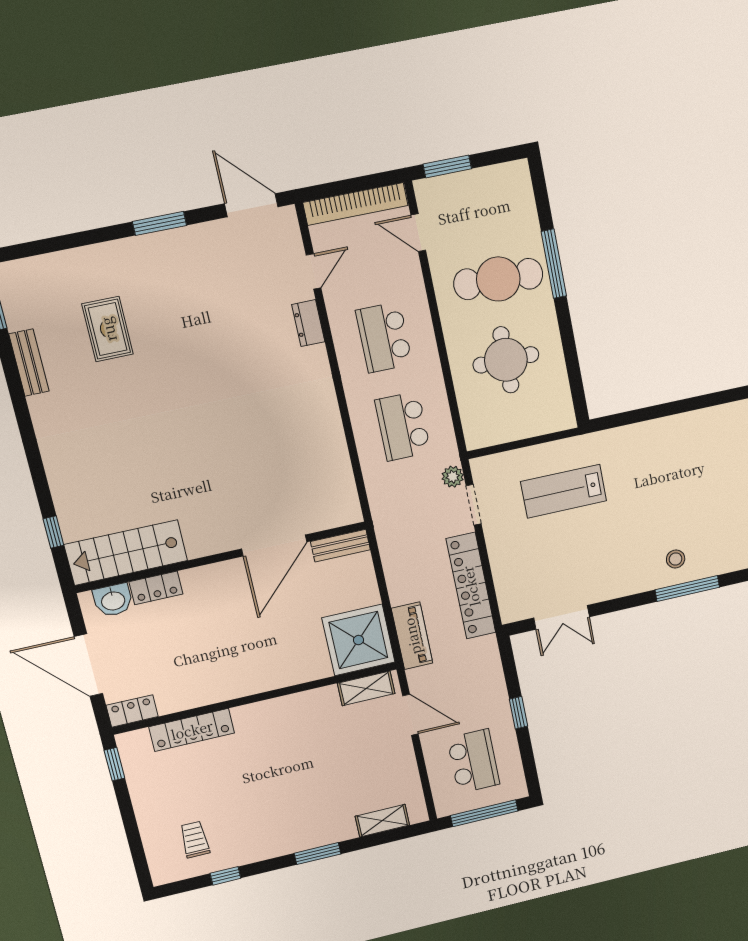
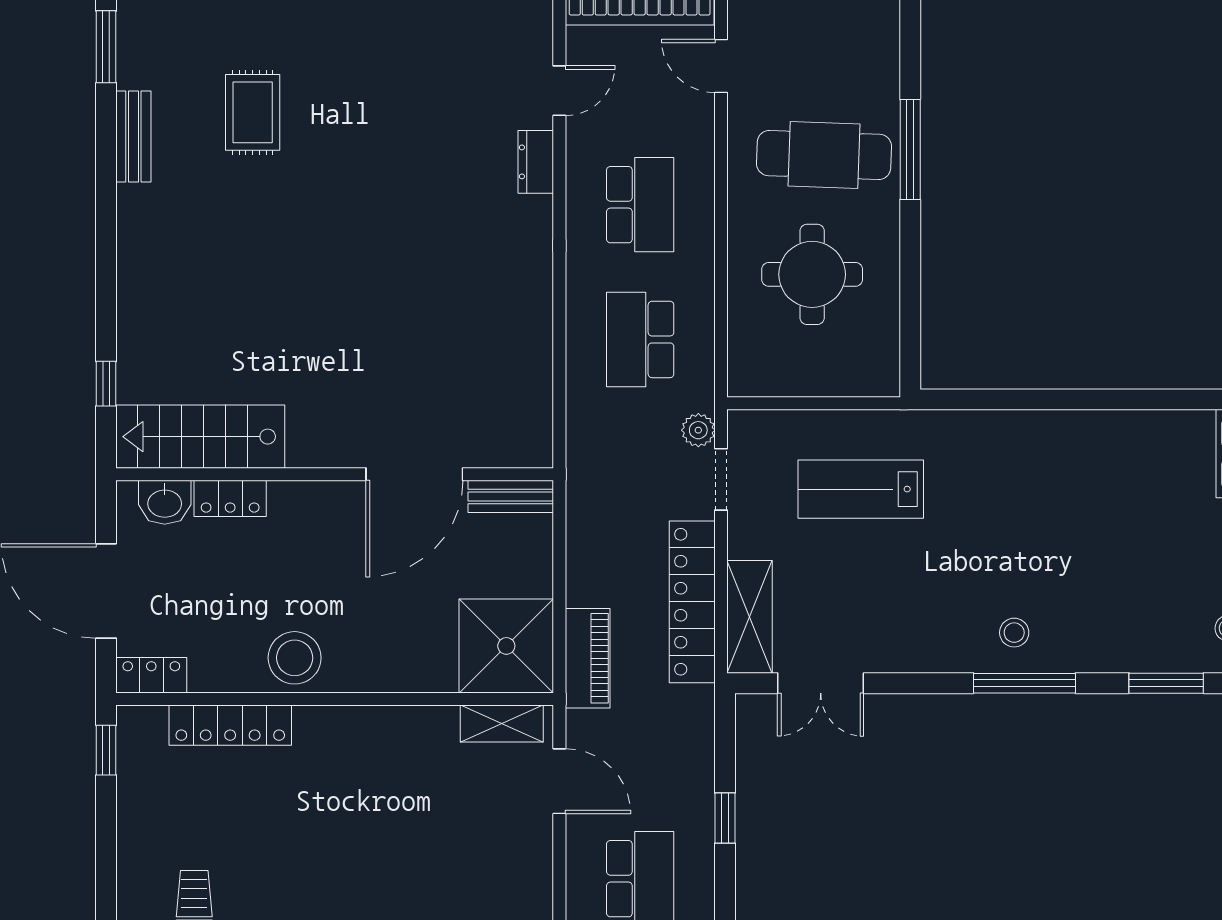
school desk: (384, 337) -> (640, 205), turned 180
shelving: (509, 587) -> (749, 617), added
stool: (223, 679) -> (295, 658), added

